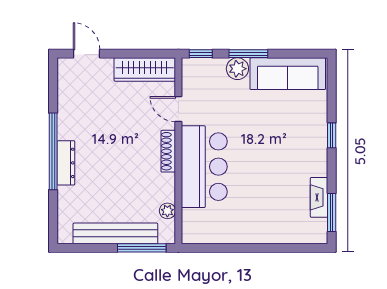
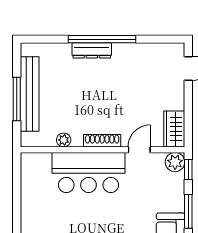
plant: (237, 69) -> (175, 162), moved
wardrobe: (145, 70) -> (174, 129), width x0.67
plant: (167, 211) -> (64, 140), moved
window: (142, 248) -> (17, 99), moved

